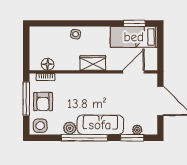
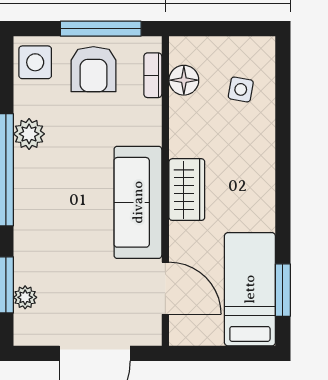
side table: (76, 34) -> (241, 89), moved
armchair: (43, 102) -> (93, 69), turned -90
sofa: (100, 125) -> (138, 202), moved, turned 180

